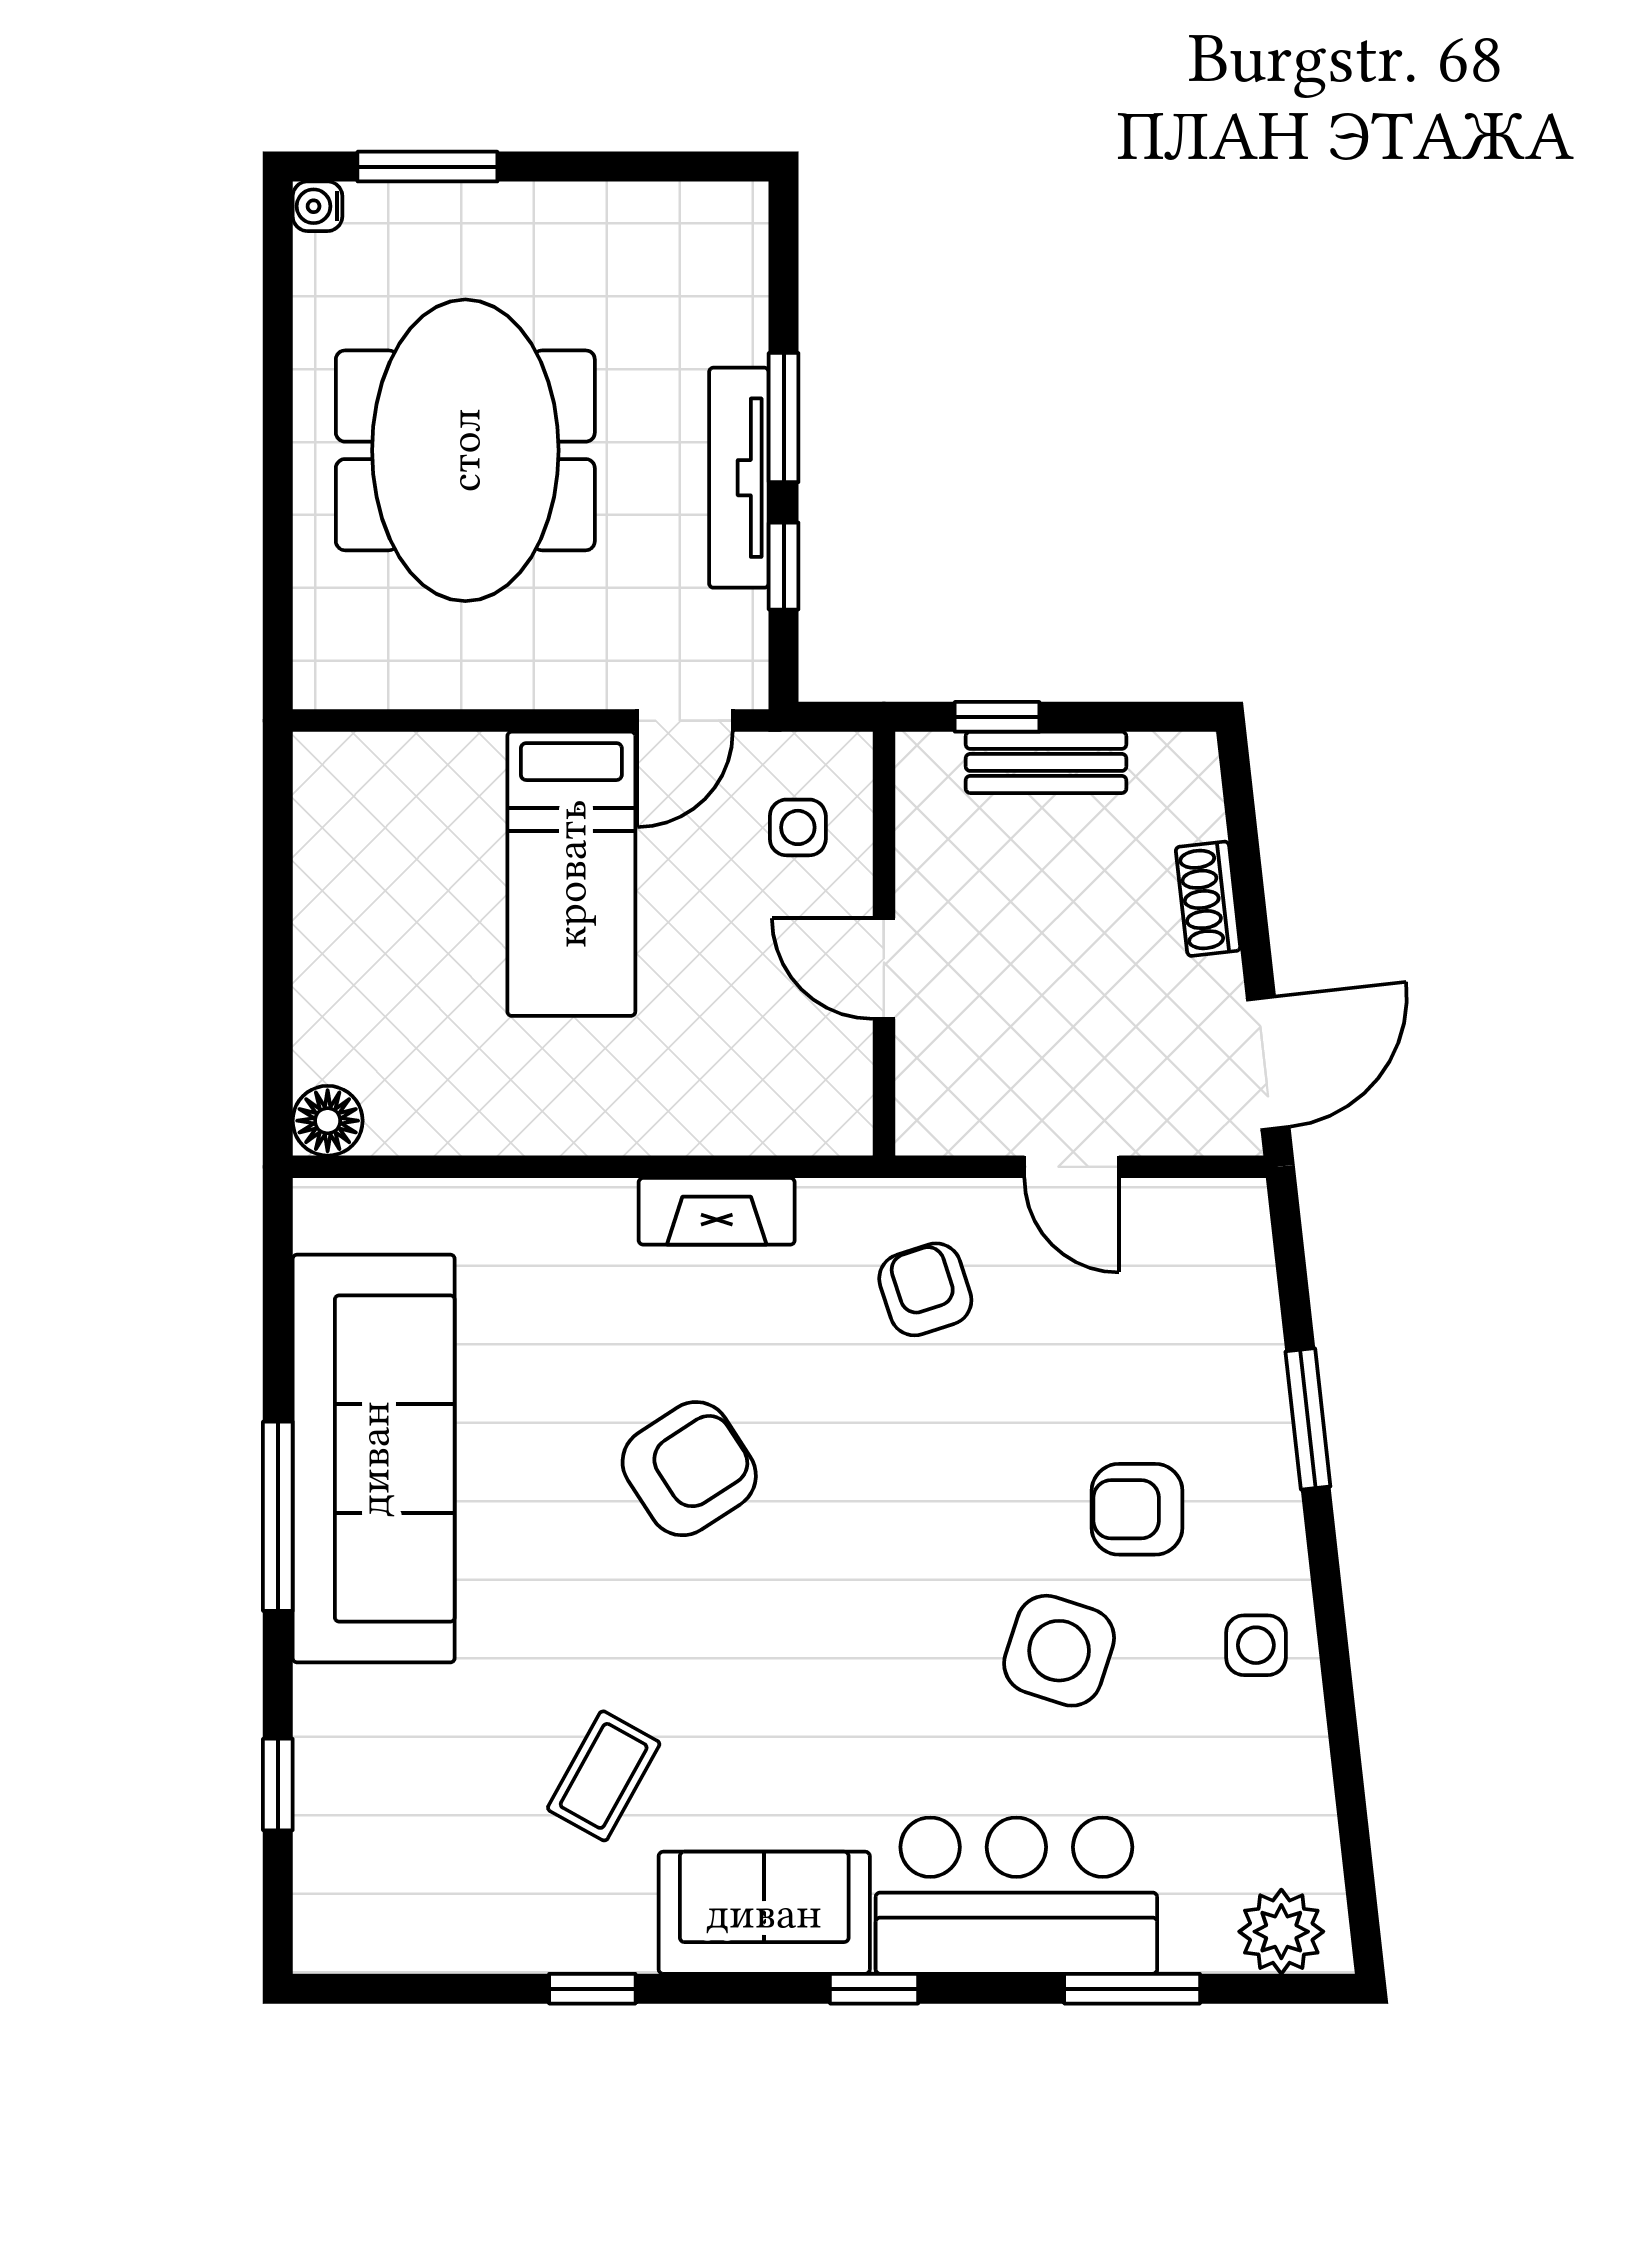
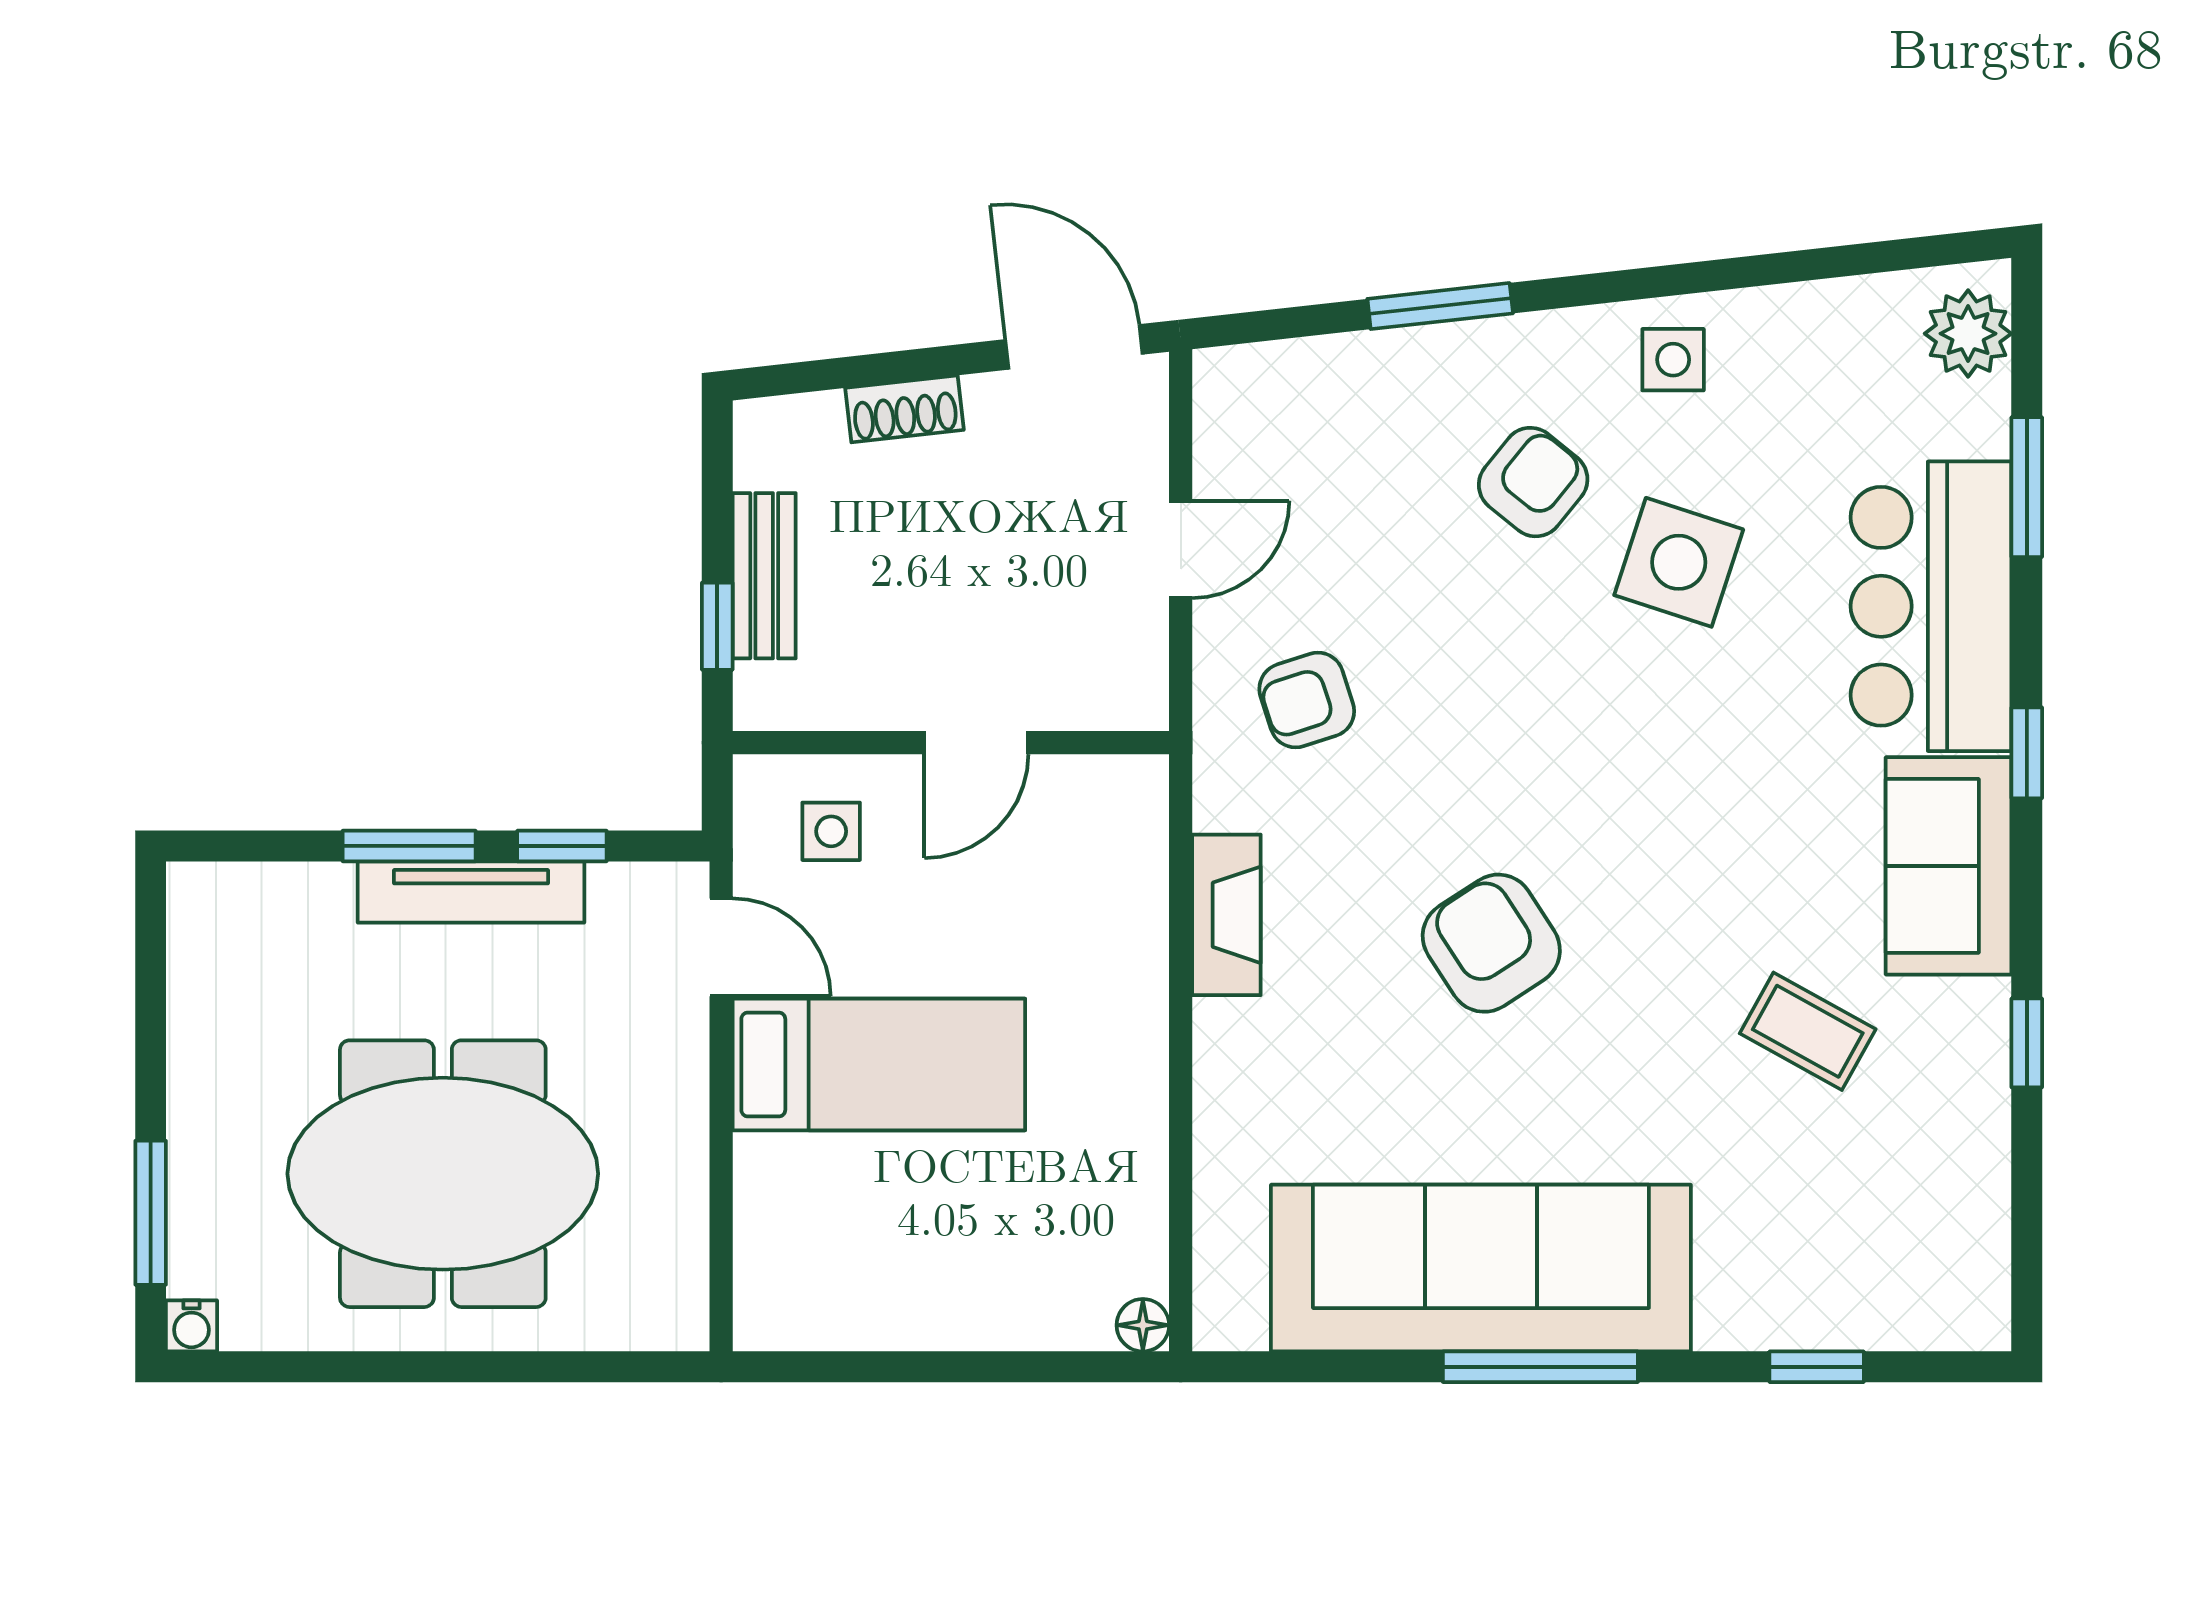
floor lamp: (328, 1121) -> (1143, 1325), width x0.73, depth x0.73
armchair: (1137, 1509) -> (1533, 482), turned -141

